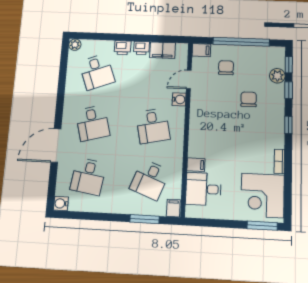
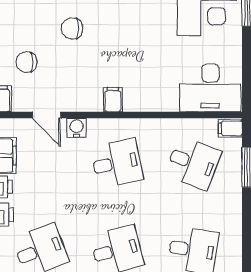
filing cabinet: (196, 165) -> (113, 100), moved
desk: (203, 189) -> (210, 88), width x1.37

